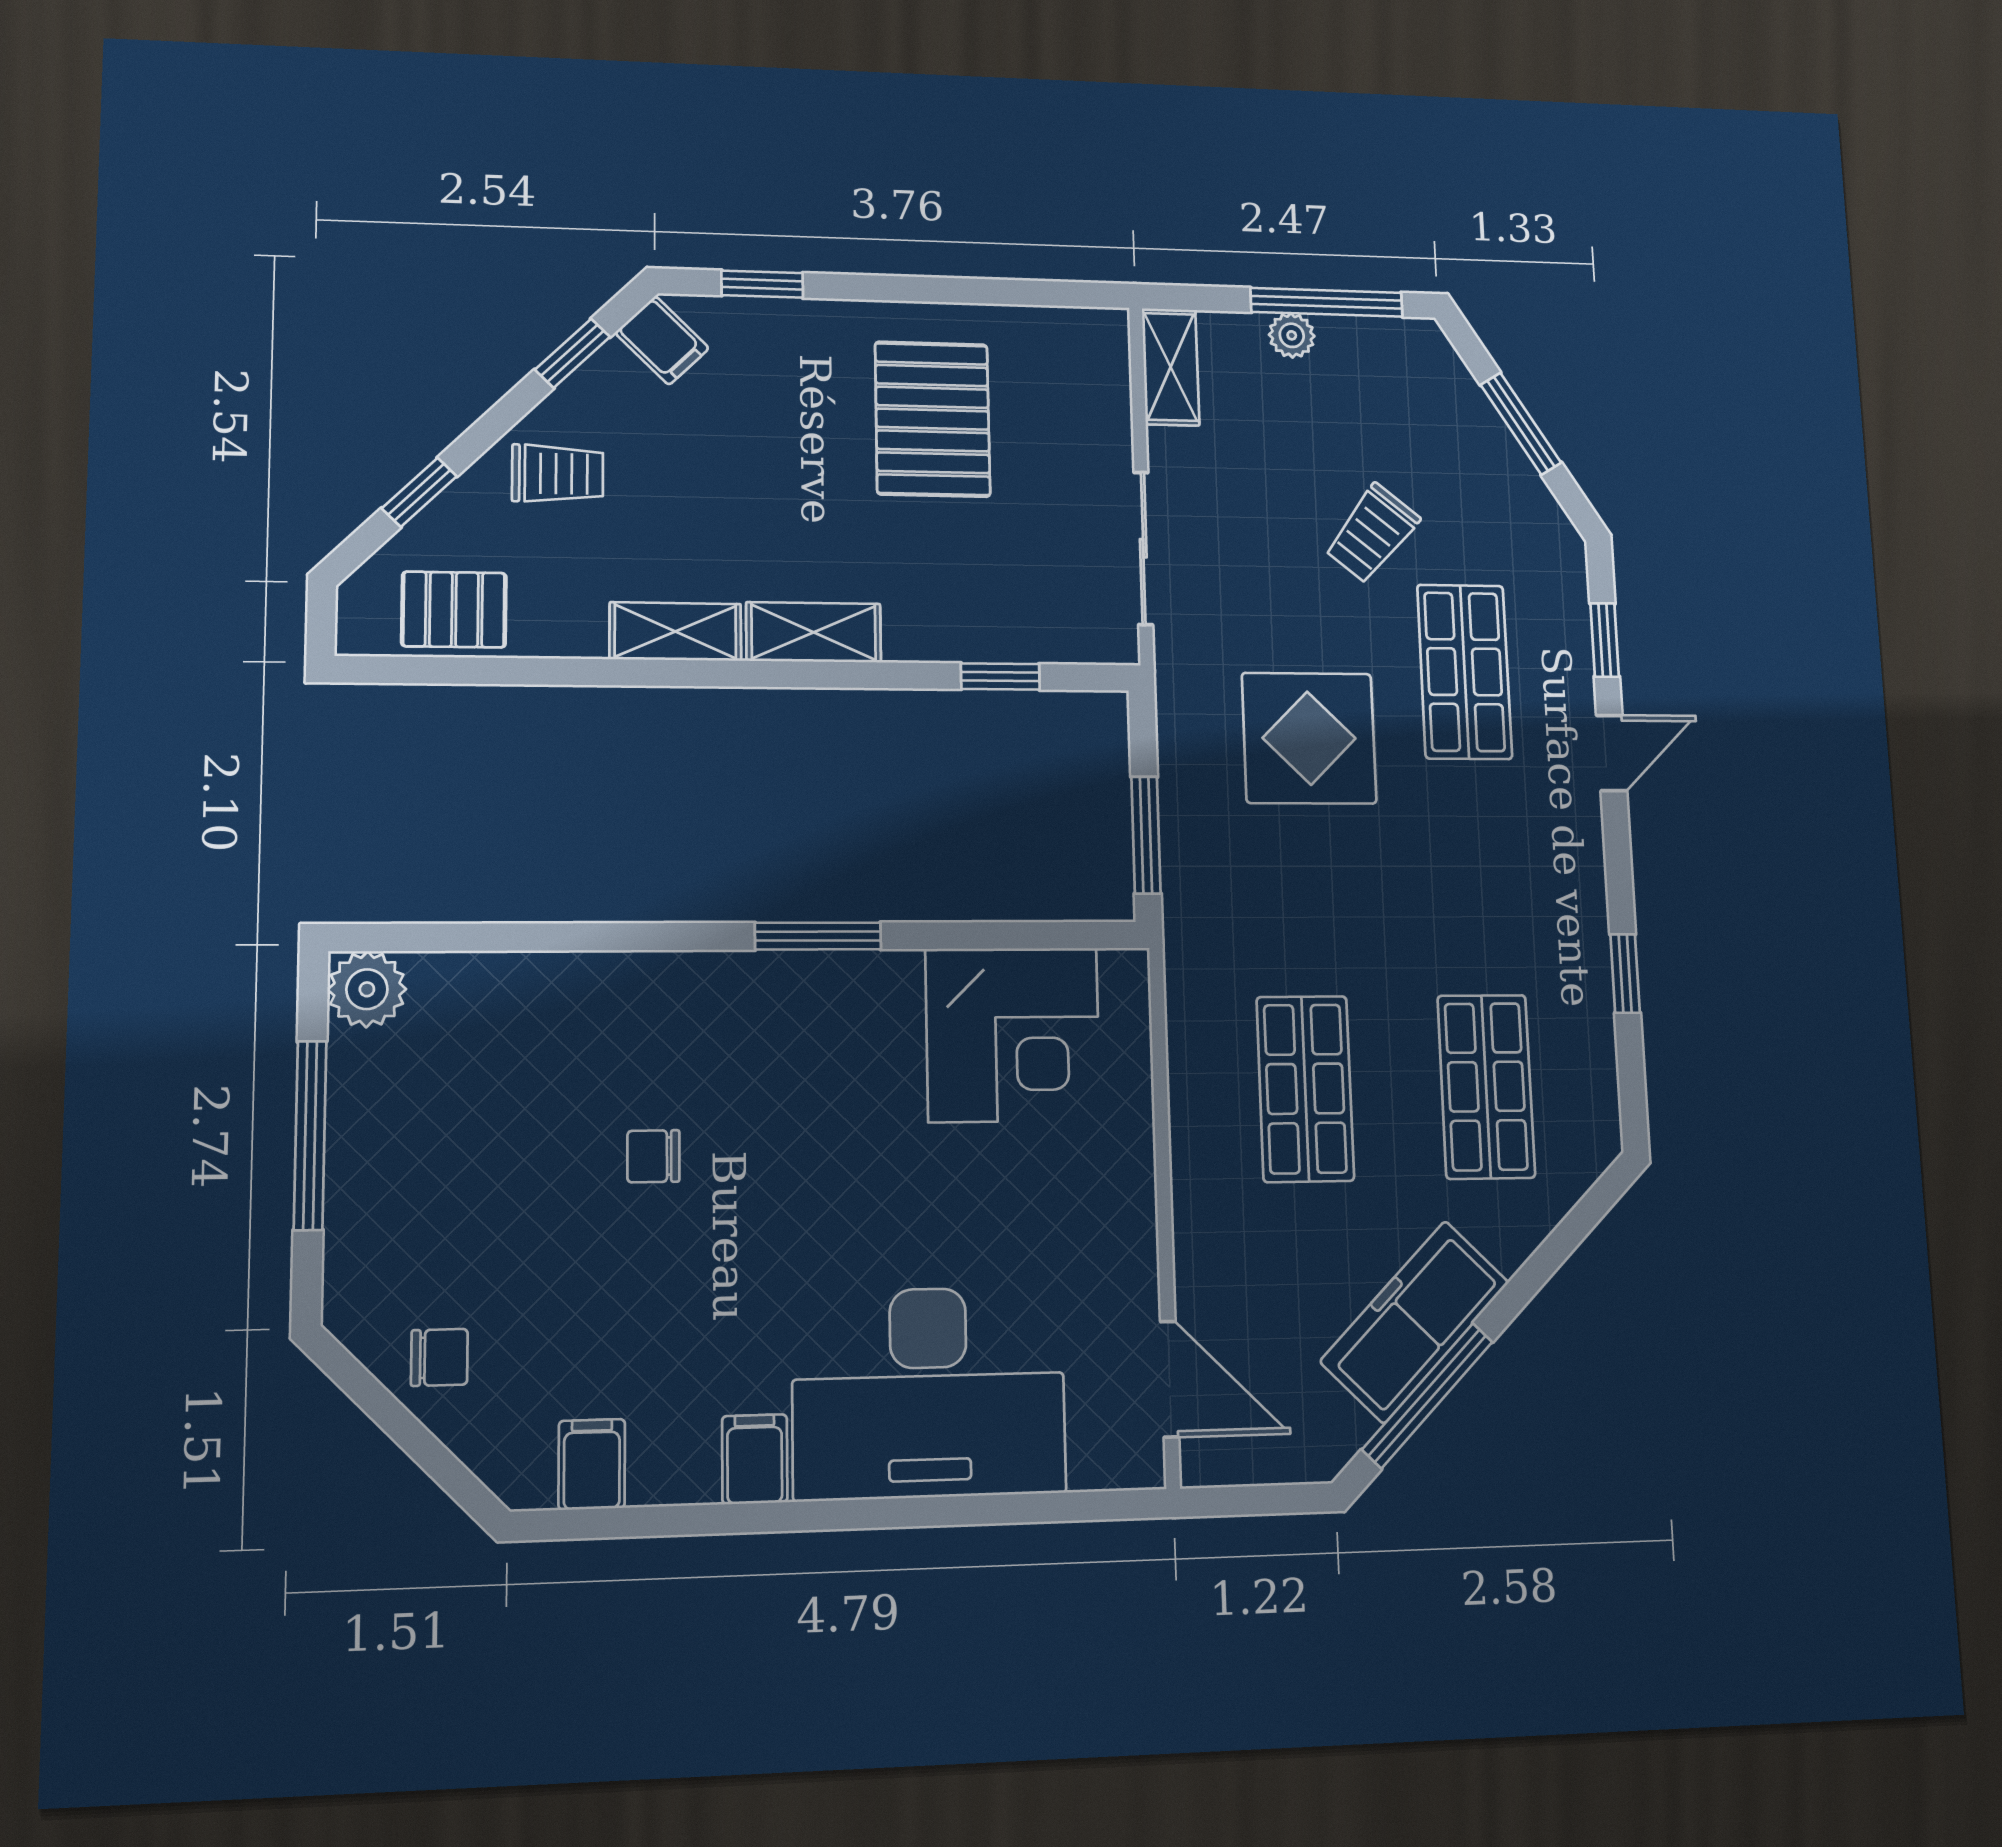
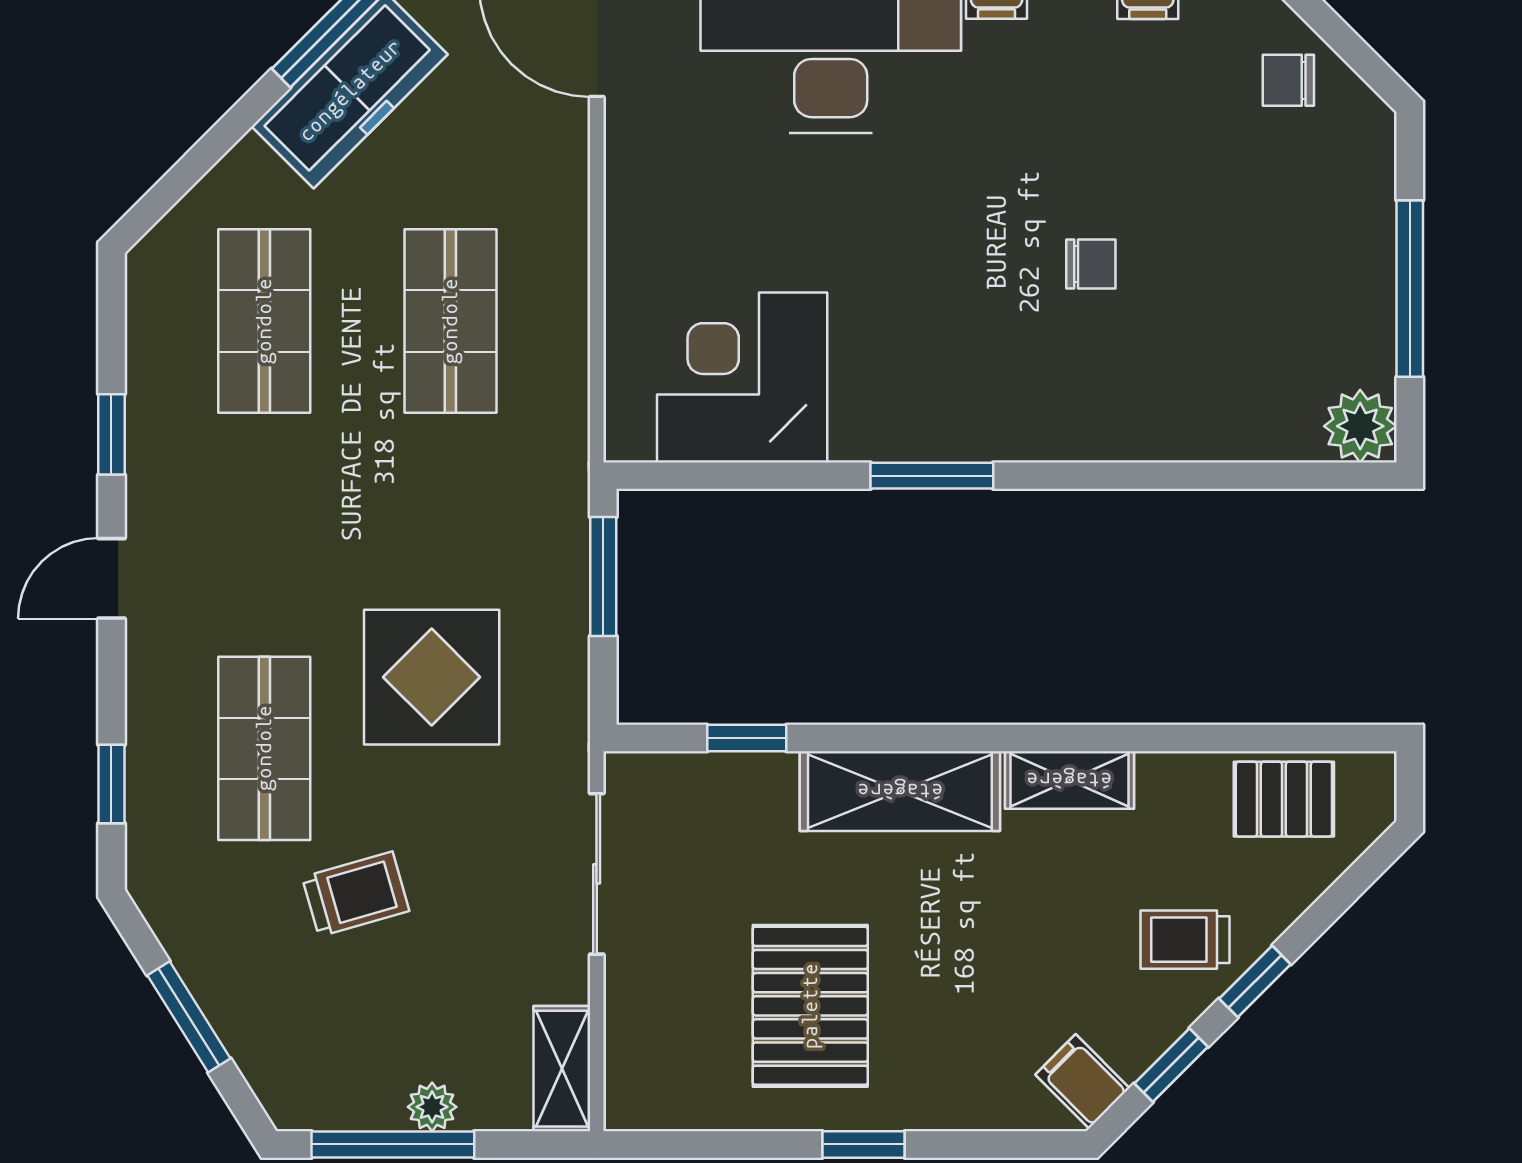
window: (762, 284) -> (864, 1144), moved
window: (419, 492) -> (1255, 981), moved
trolley: (1372, 534) -> (356, 894), turned 35
shelving: (814, 632) -> (900, 791), width x1.50, depth x1.33
door: (1612, 753) -> (111, 578), moved

